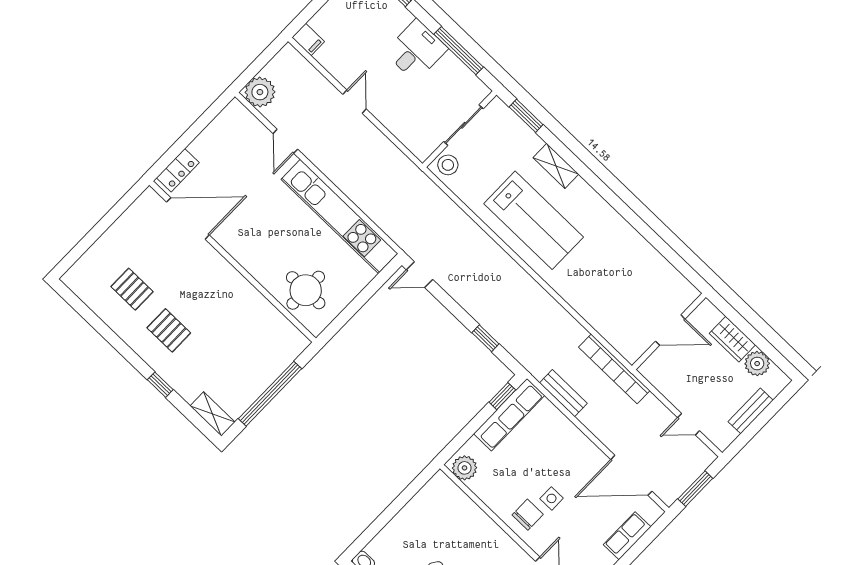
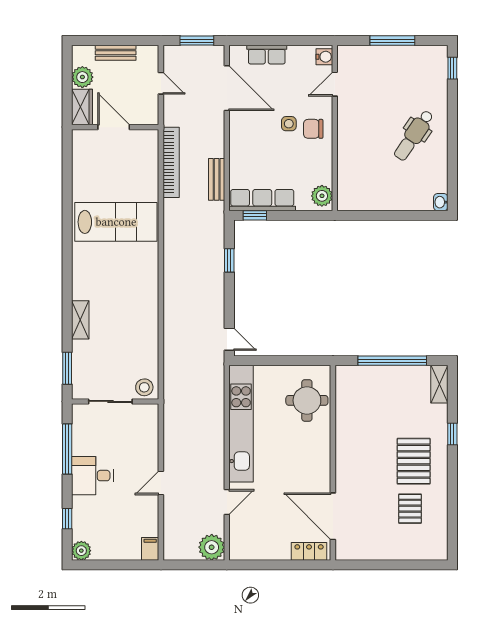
lab bench: (534, 220) -> (116, 222), moved, turned 90
pallet: (169, 330) -> (414, 461), width x1.50, depth x1.42
door: (670, 330) -> (114, 127), moved
wall: (669, 331) -> (115, 127), moved

